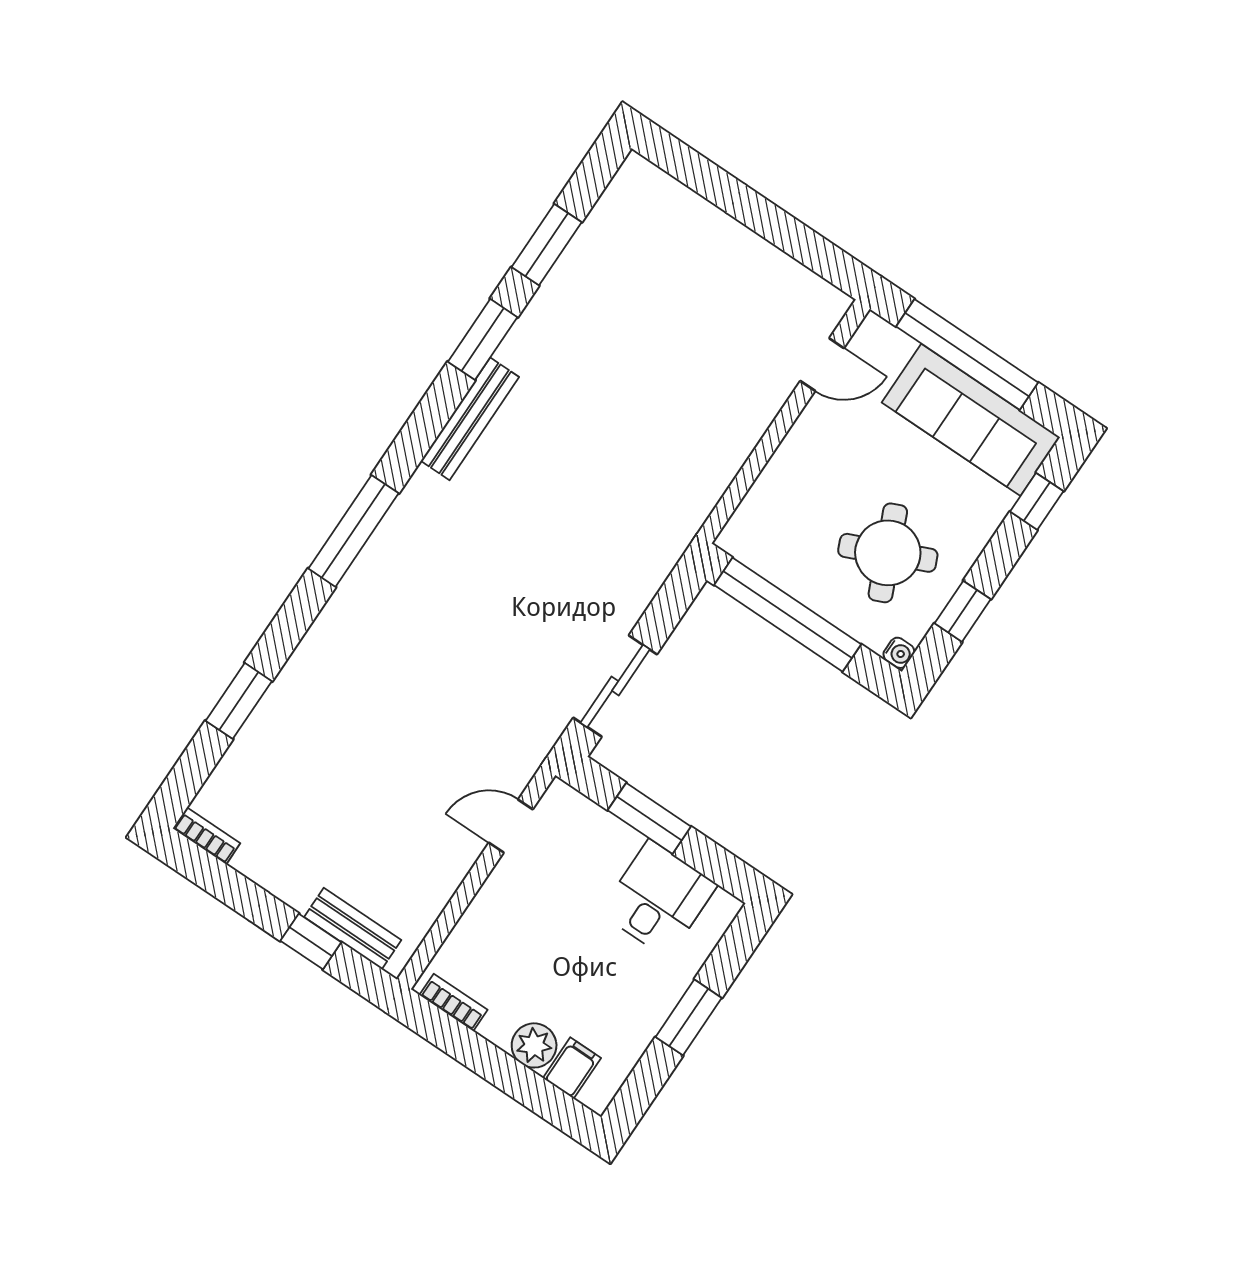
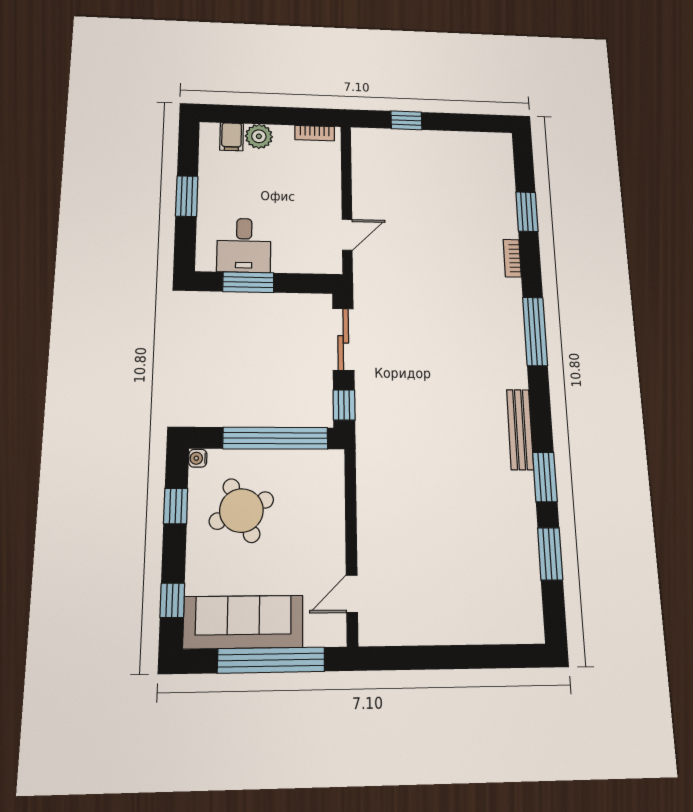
window: (673, 600) -> (344, 405), added
window: (649, 818) -> (248, 282), moved
bookcase: (206, 836) -> (512, 258), moved, turned 90
bench: (353, 928) -> (390, 138), removed

